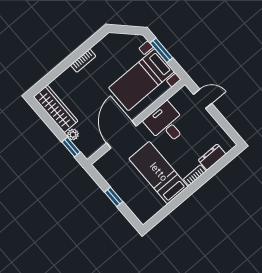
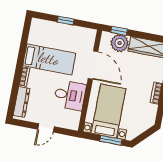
door: (203, 99) -> (46, 128), moved
plant: (73, 135) -> (120, 43), width x1.88, depth x1.88
dresser: (212, 157) -> (22, 102), width x1.44

